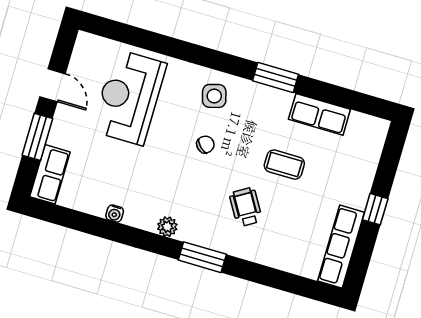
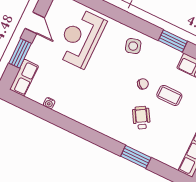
chair: (205, 145) -> (143, 84), moved
water cooler: (115, 213) -> (49, 103), moved
plant: (167, 227) -> (91, 122), removed
window: (202, 257) -> (136, 157), moved

